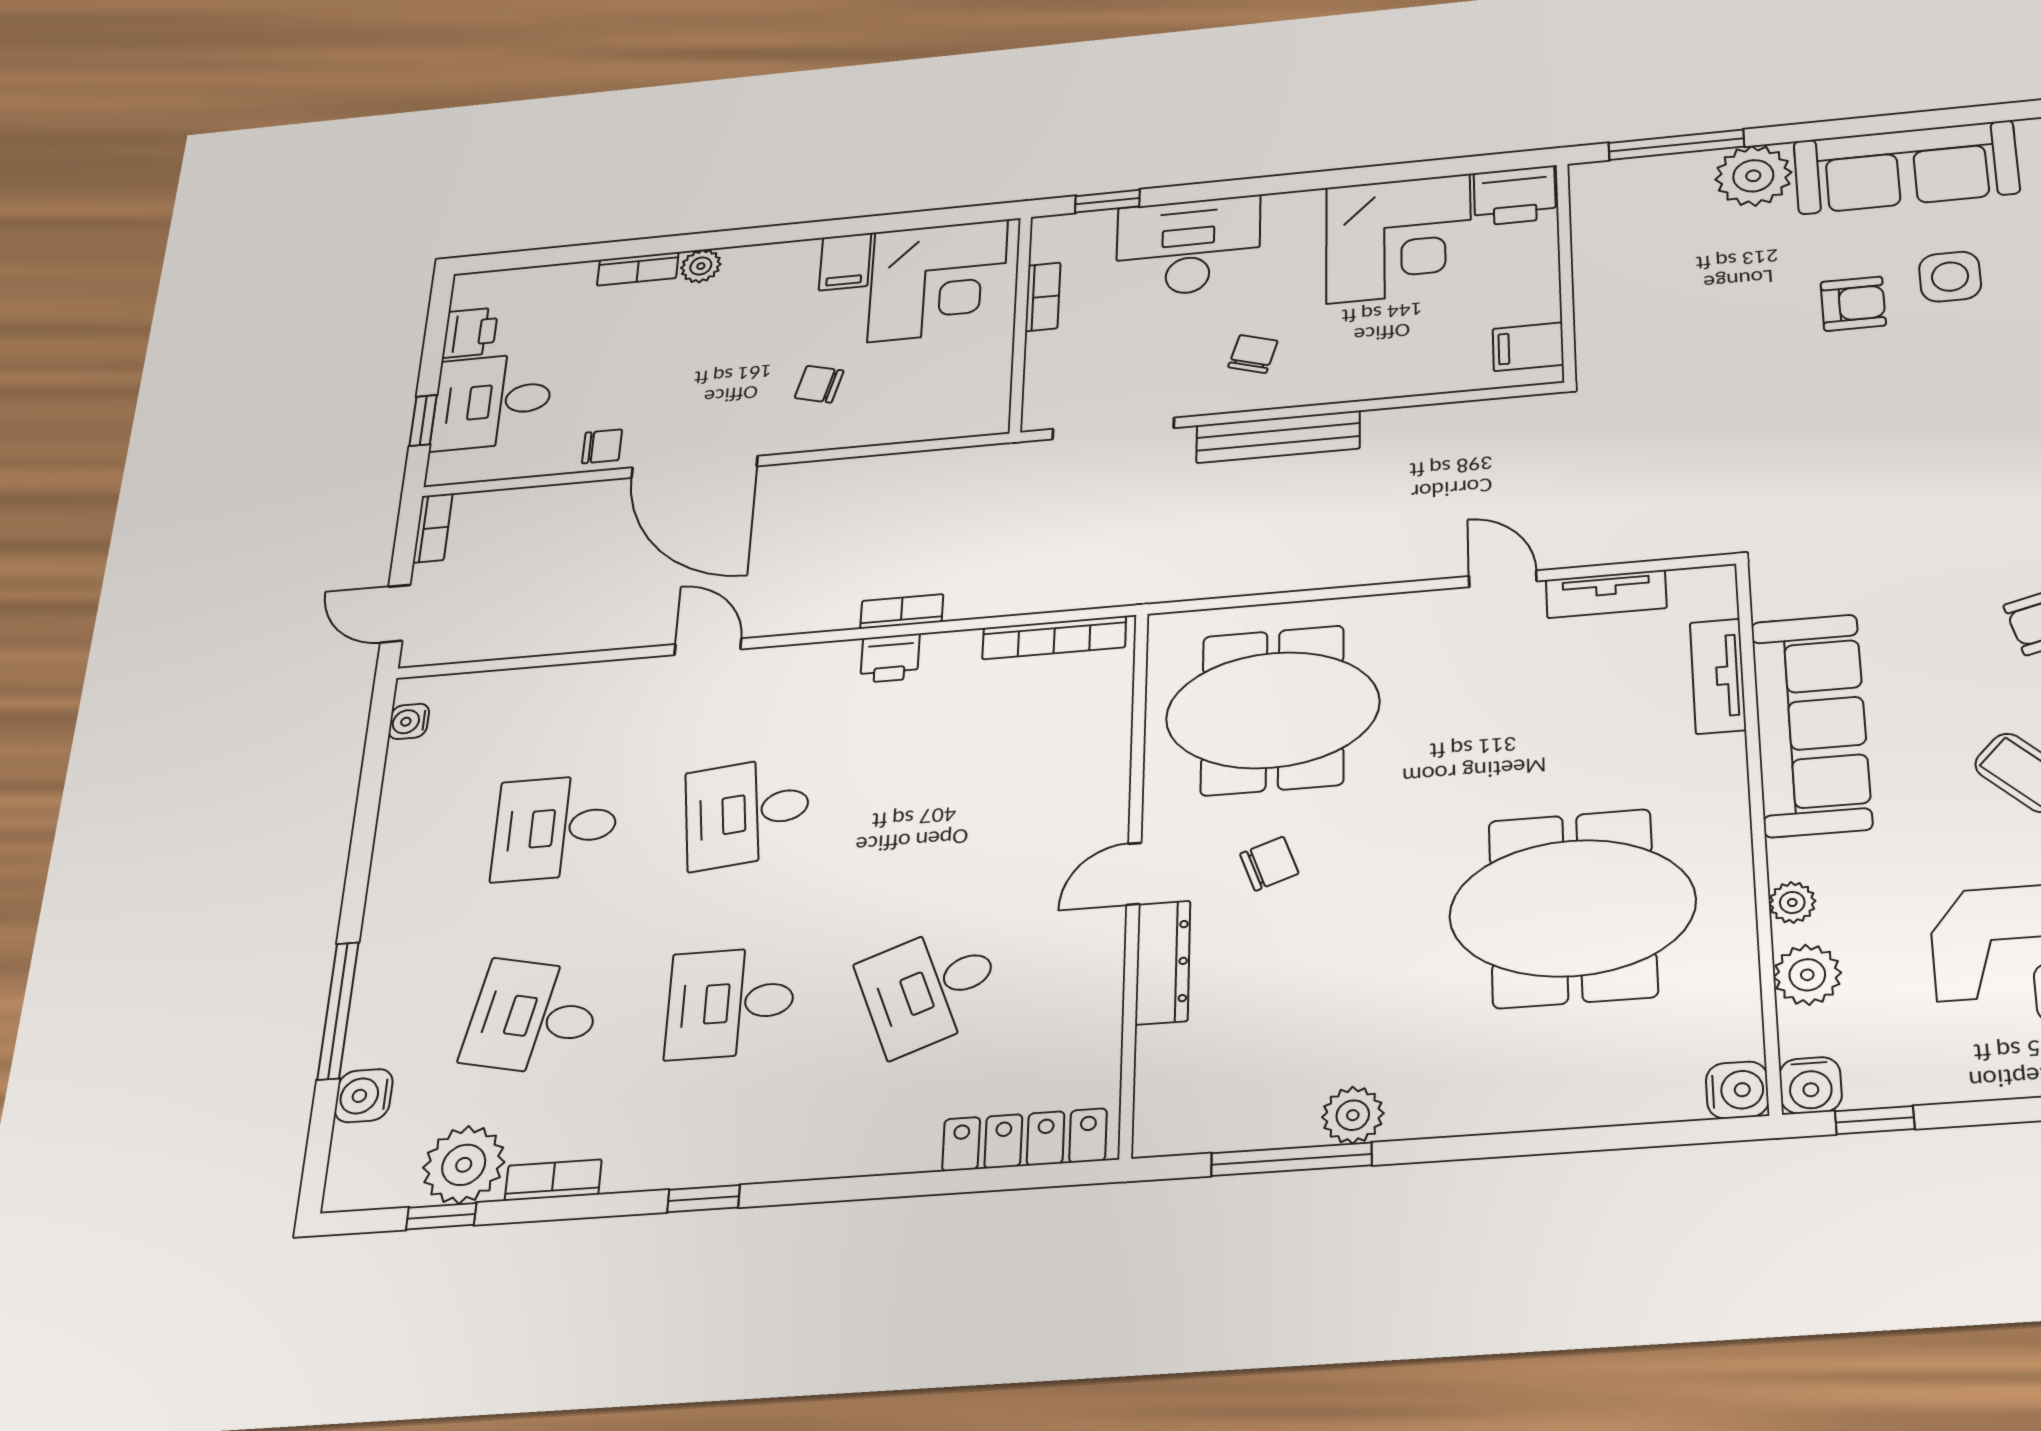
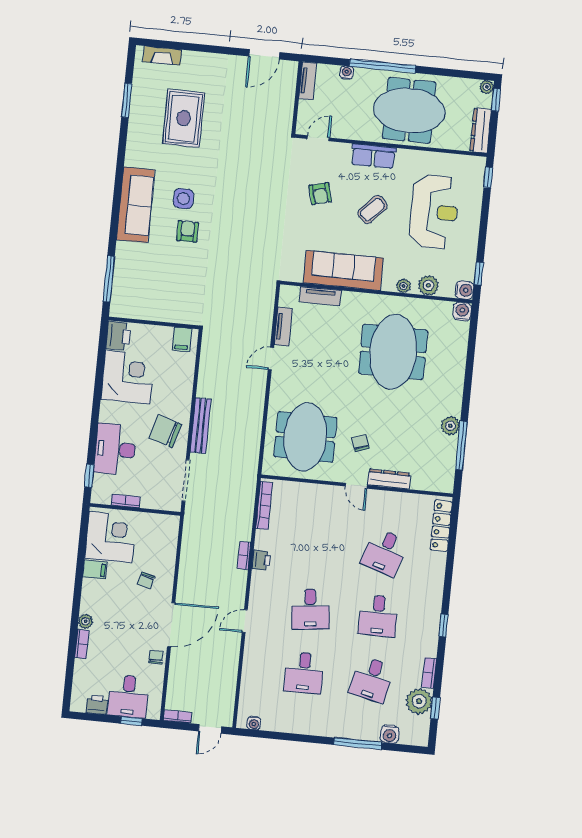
plant: (1753, 176) -> (128, 255), removed
chair: (1253, 354) -> (165, 431), width x1.87, depth x1.87
desk: (930, 988) -> (385, 552), turned 39

